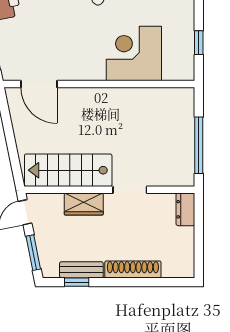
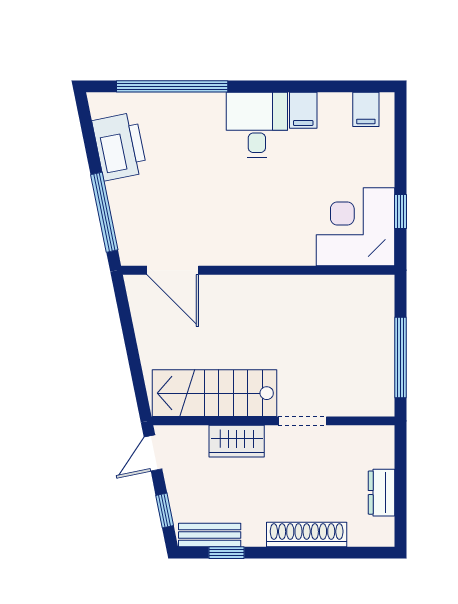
corner desk: (134, 54) -> (356, 227), moved
dresser: (185, 209) -> (381, 493), moved
window: (33, 253) -> (165, 510), width x0.67
bench: (81, 270) -> (210, 535), moved

